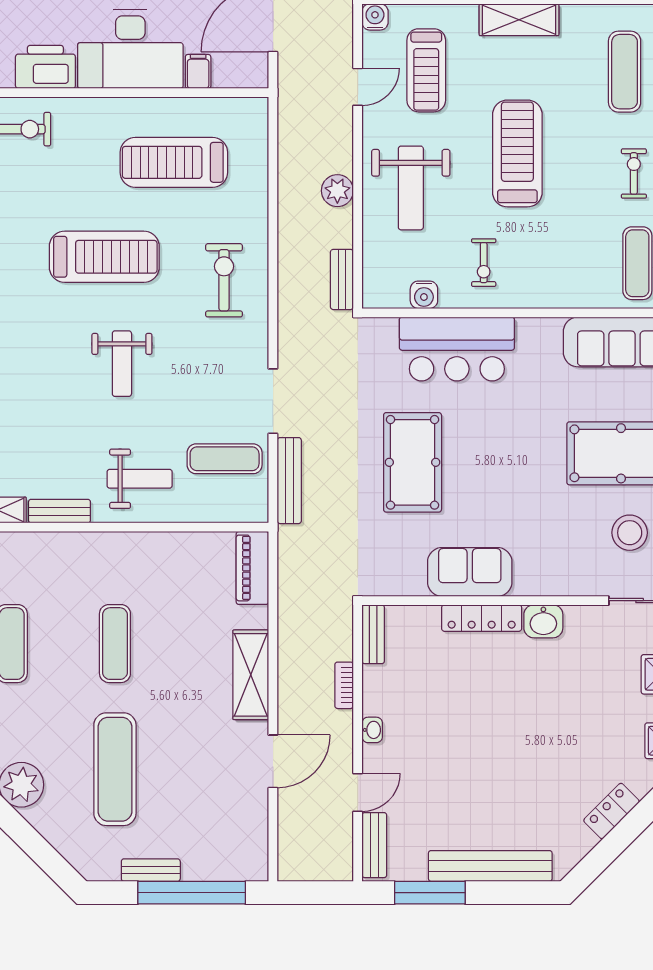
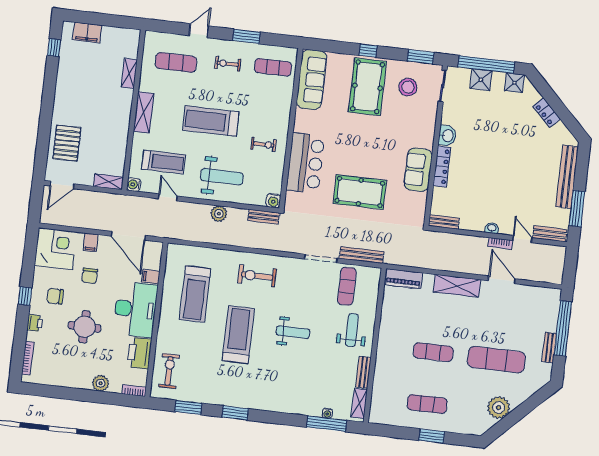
water cooler: (424, 295) -> (273, 201), moved, turned 90
bookcase: (344, 685) -> (500, 243), moved

